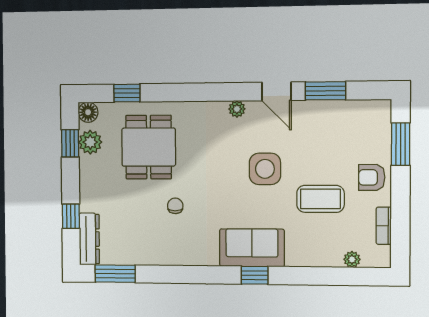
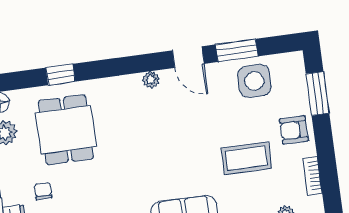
window: (127, 93) -> (60, 75), moved
side table: (265, 169) -> (254, 81), moved
chair: (175, 206) -> (43, 191), moved

